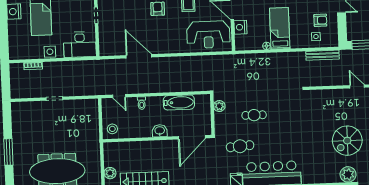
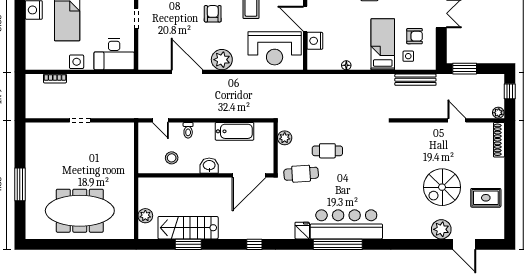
bed: (280, 28) -> (383, 44), moved
plant: (166, 45) -> (222, 60), added
stool: (112, 129) -> (172, 158), moved
cafe table: (240, 146) -> (301, 174), moved

